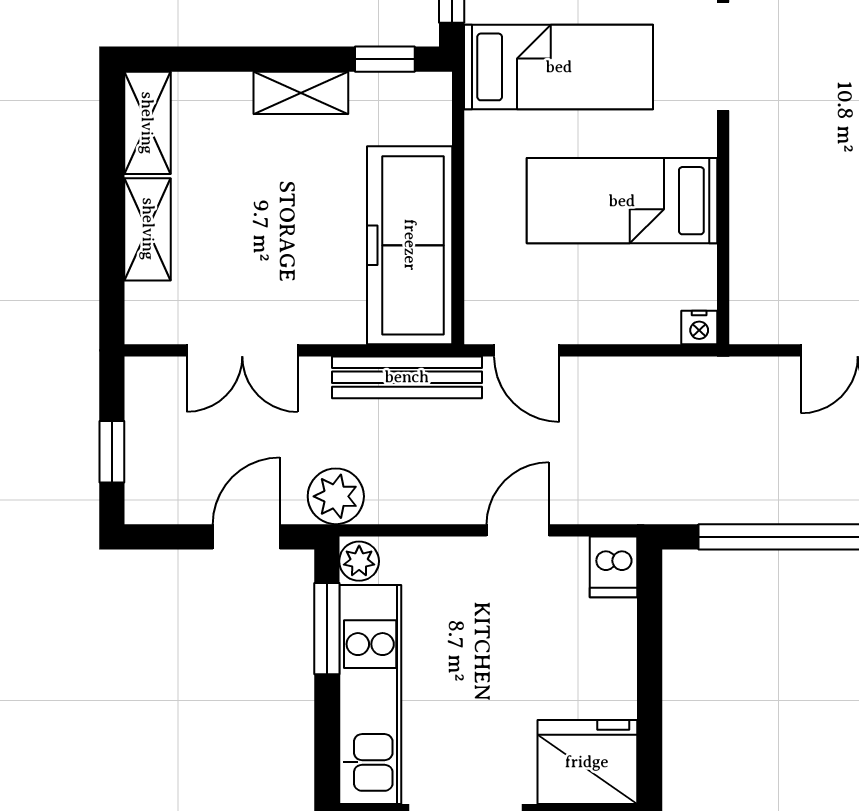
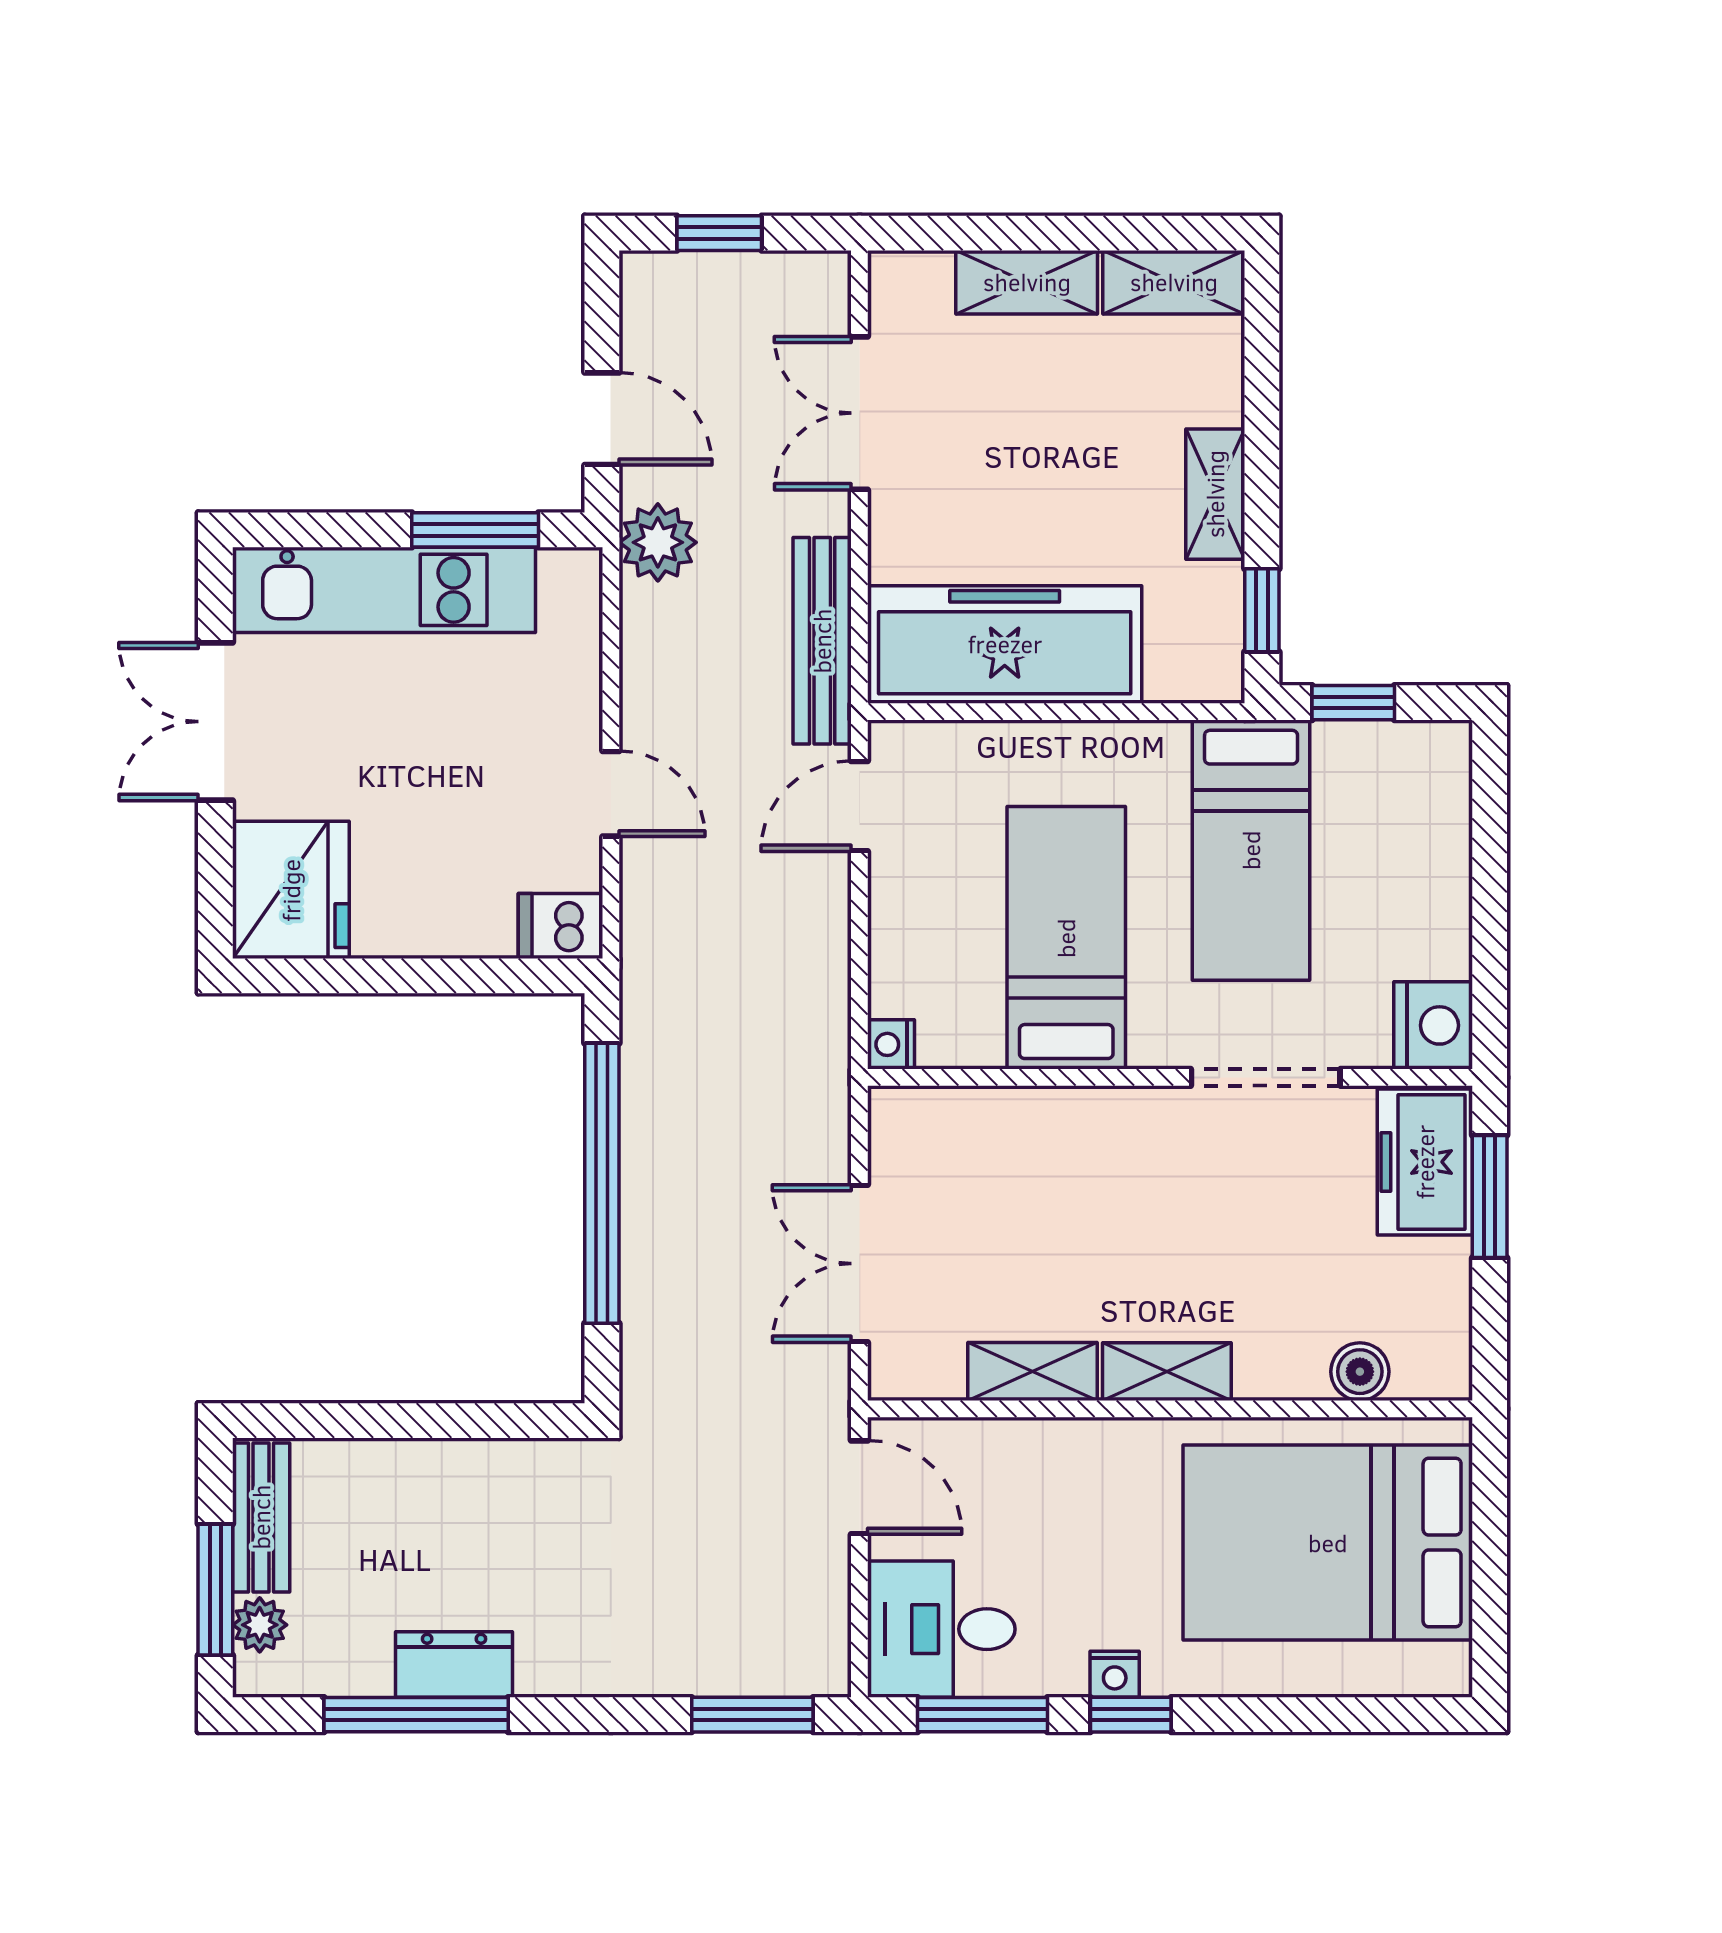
plant: (359, 561) -> (568, 575), removed

